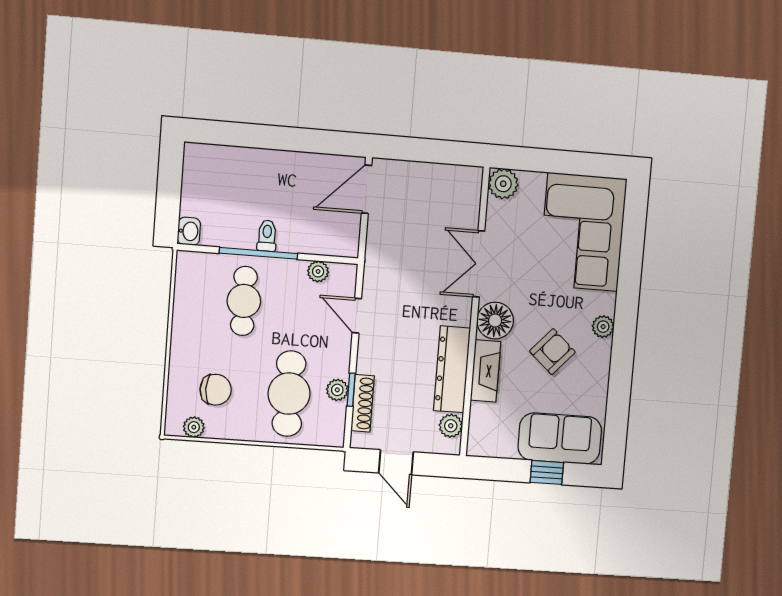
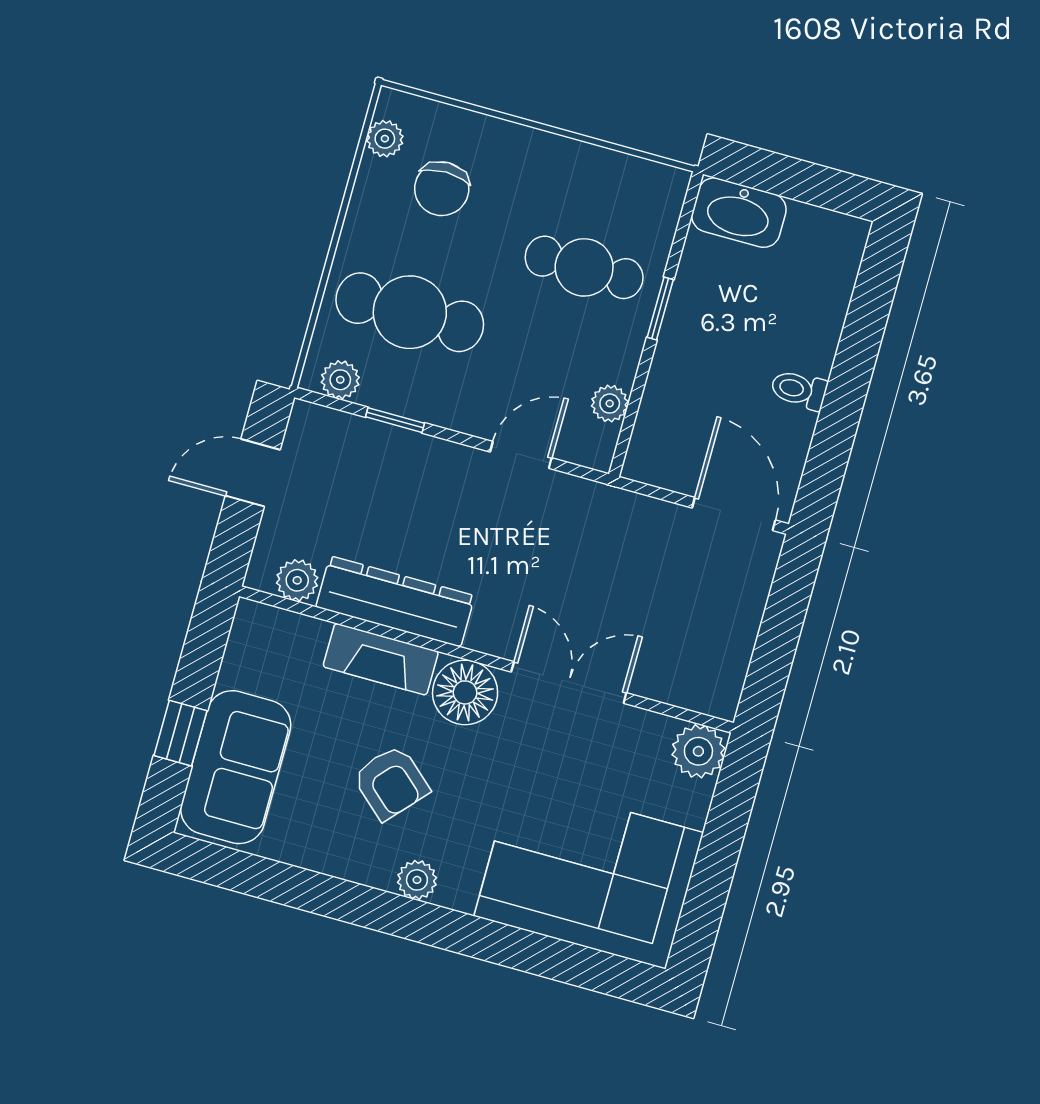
washbasin: (189, 231) -> (739, 213), width x1.91, depth x1.45
toilet: (267, 236) -> (799, 390), moved, turned 180
window: (259, 253) -> (660, 308), width x0.46
plant: (337, 390) -> (340, 380), moved
shoe rack: (363, 403) -> (367, 435), removed

